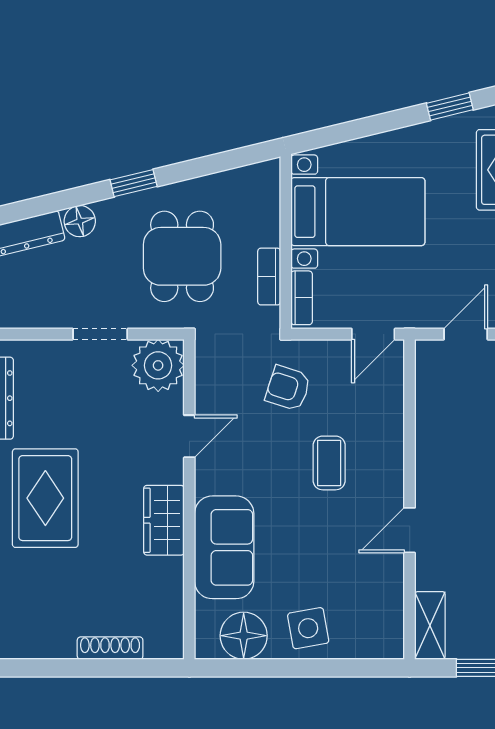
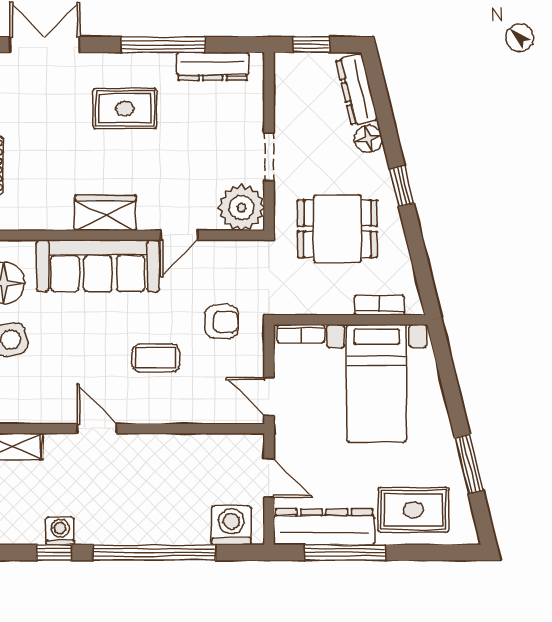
window: (450, 106) -> (469, 464), width x1.50
bookcase: (269, 277) -> (379, 305), moved
armchair: (288, 388) -> (222, 322), turned 72
door: (189, 436) -> (179, 235), hinge flipped
rug: (45, 498) -> (125, 108), width x0.73, depth x0.70
sofa: (224, 547) -> (98, 266), width x1.36

